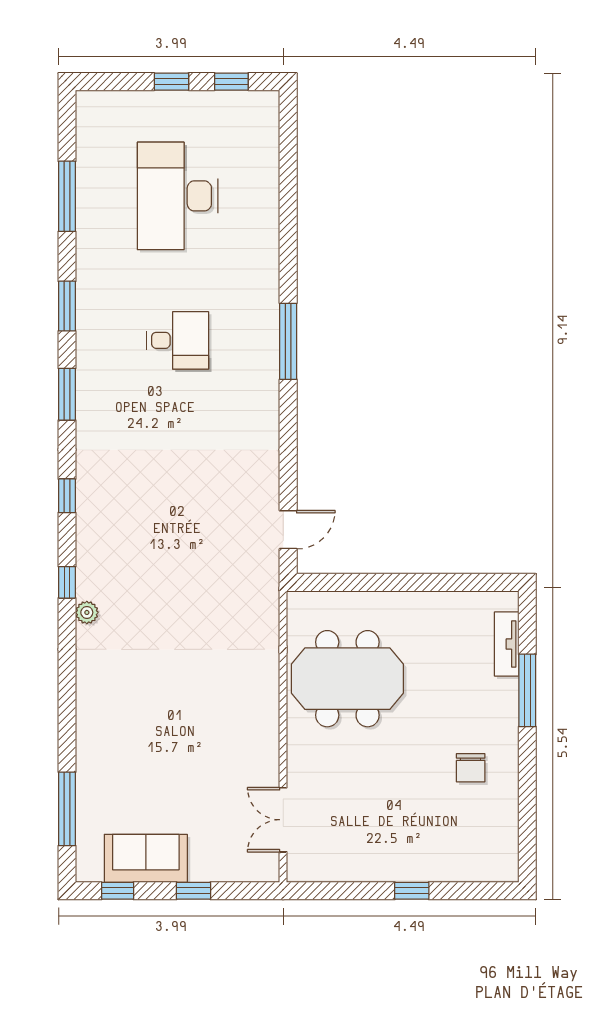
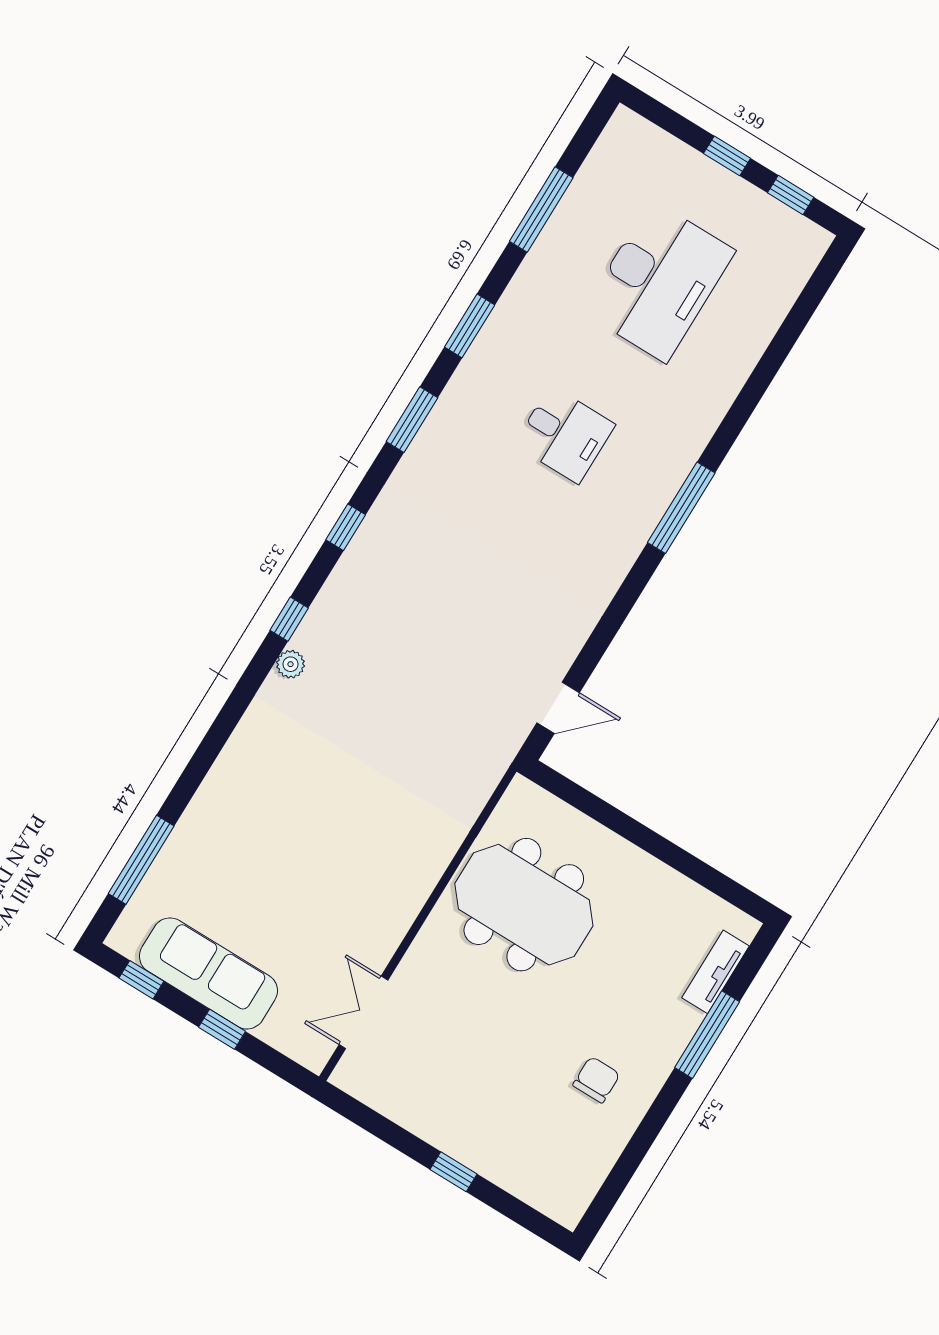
desk: (178, 196) -> (659, 281), turned 180
chair: (471, 768) -> (596, 1080), turned 180
sofa: (146, 858) -> (208, 973), width x1.36

